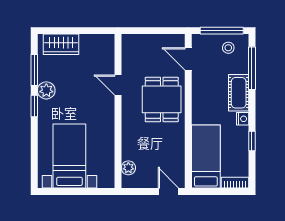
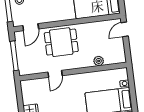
window: (151, 31) -> (14, 56), added
plant: (128, 168) -> (99, 61), moved

